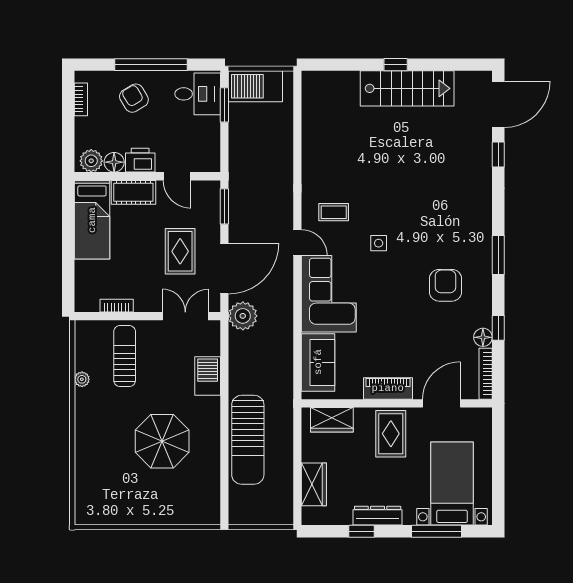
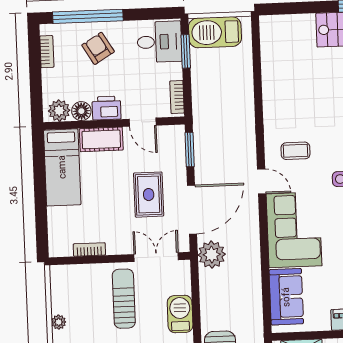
window: (151, 65) -> (88, 16), moved
bookcase: (214, 152) -> (177, 97), added
sun lounger: (125, 356) -> (124, 299), moved

